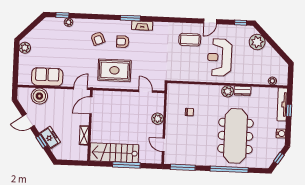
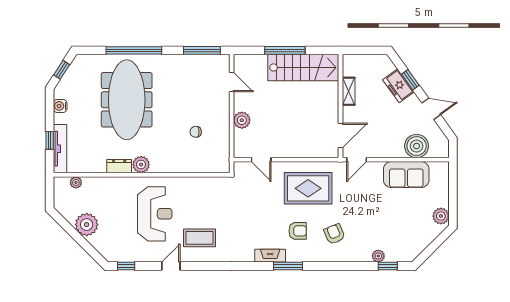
plant: (257, 42) -> (87, 225), moved

